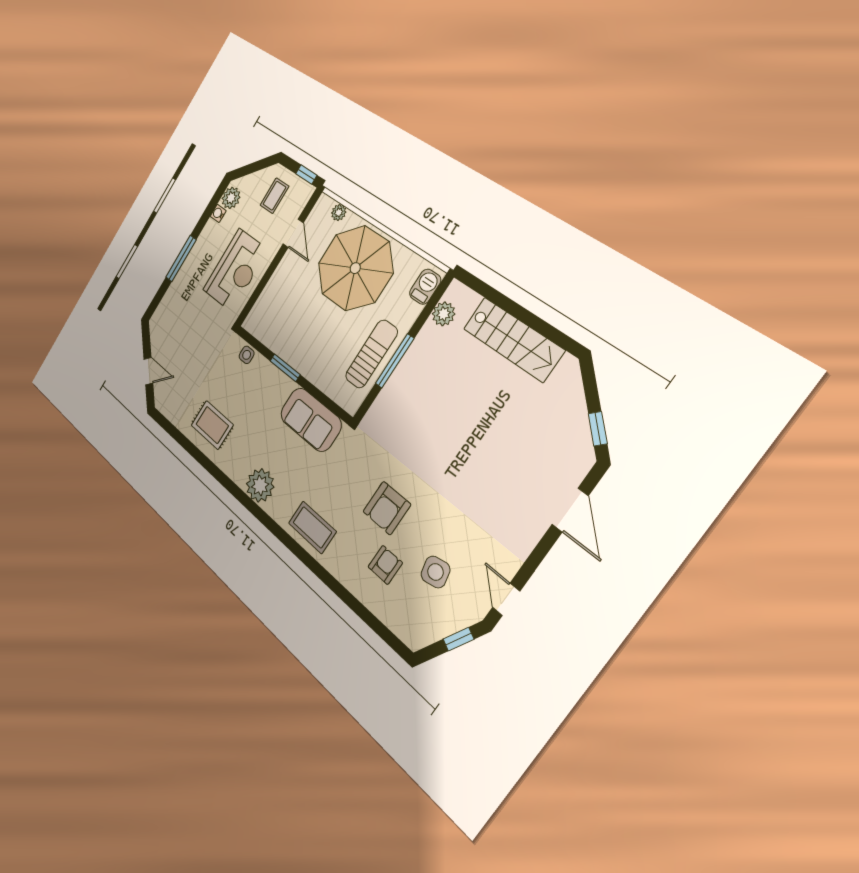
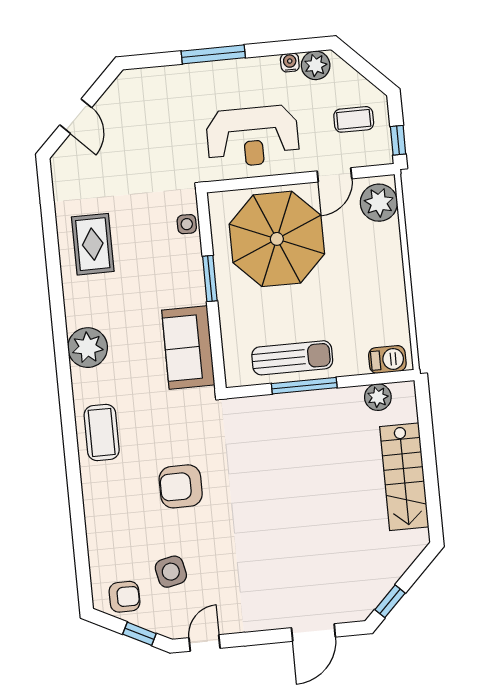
plant: (339, 212) -> (379, 203), width x1.87, depth x1.87
parasol: (355, 268) -> (277, 239), moved
armchair: (385, 565) -> (124, 597), moved

